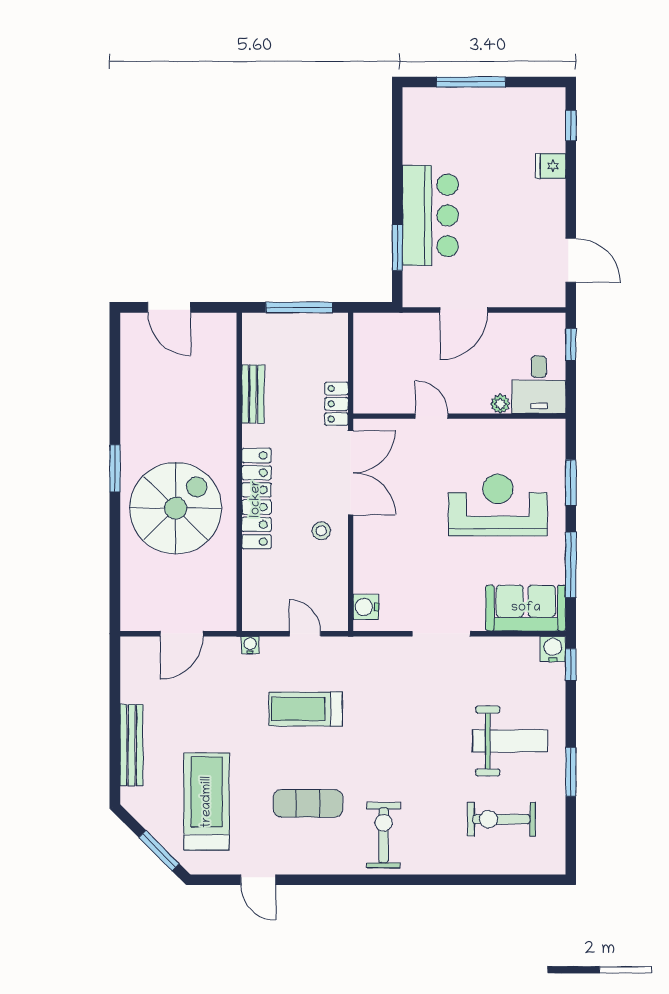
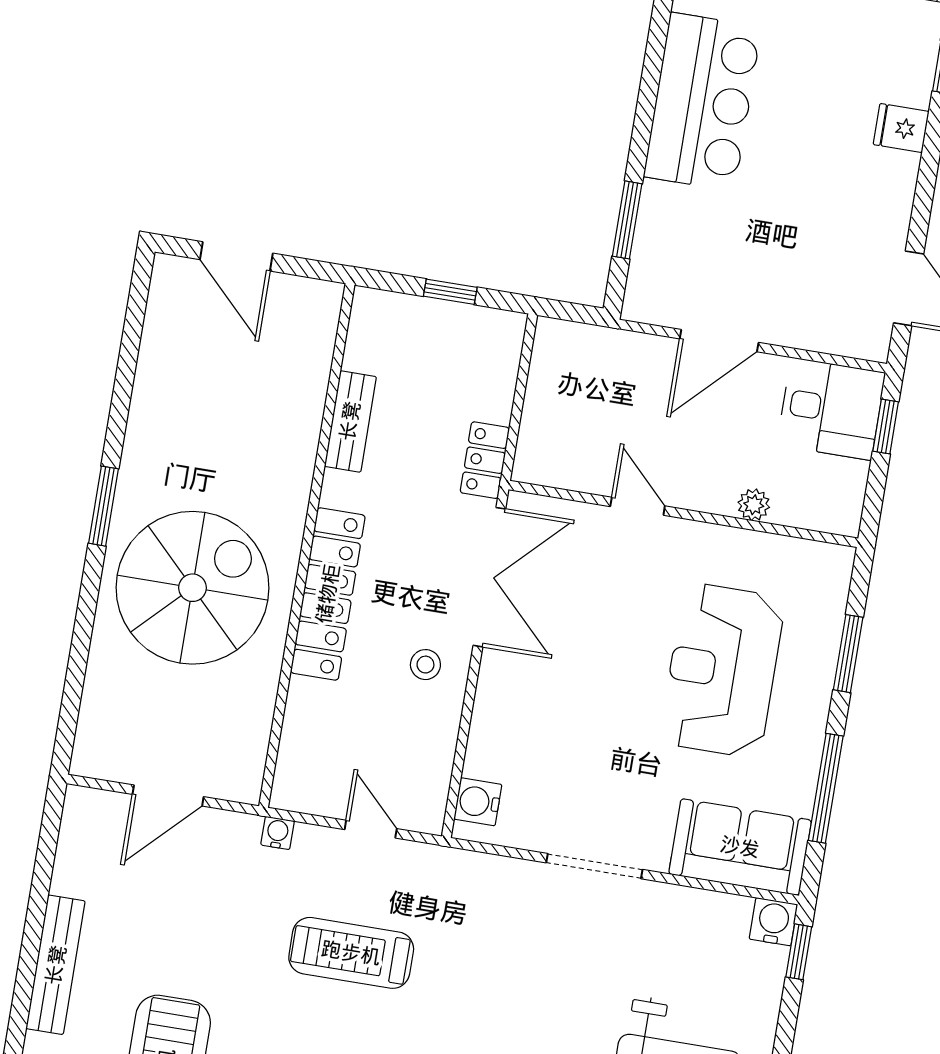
bar counter: (430, 215) -> (702, 102), moved
window: (299, 307) -> (450, 292), width x0.46
desk: (539, 385) -> (831, 409), moved, turned -90
reception desk: (498, 505) -> (722, 670), turned -90

